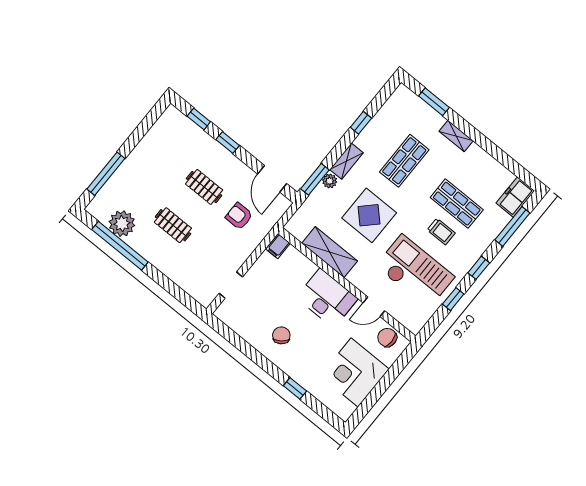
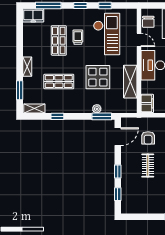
shelving: (346, 161) -> (34, 109), moved
filing cabinet: (278, 246) -> (147, 103), width x2.00
checkout: (415, 271) -> (107, 34), turned 180

